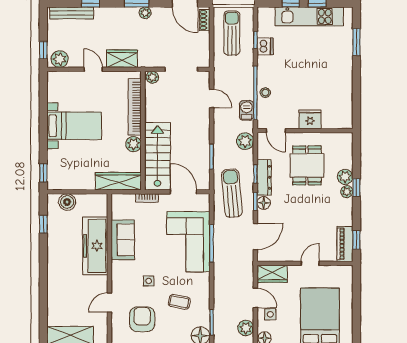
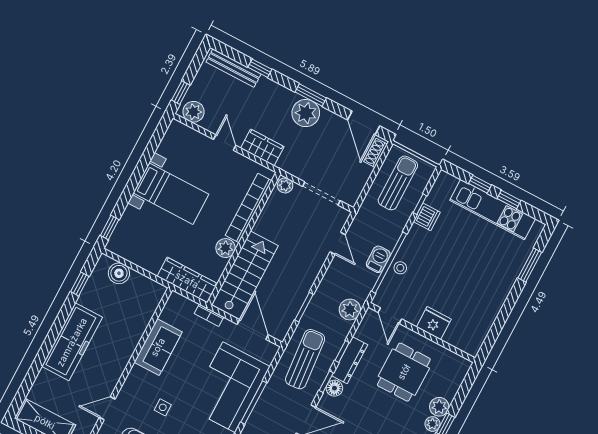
plant: (145, 13) -> (306, 113), width x1.87, depth x1.87
barbecue: (246, 110) -> (378, 259), moved
freezer: (95, 246) -> (72, 342), moved, turned 180

